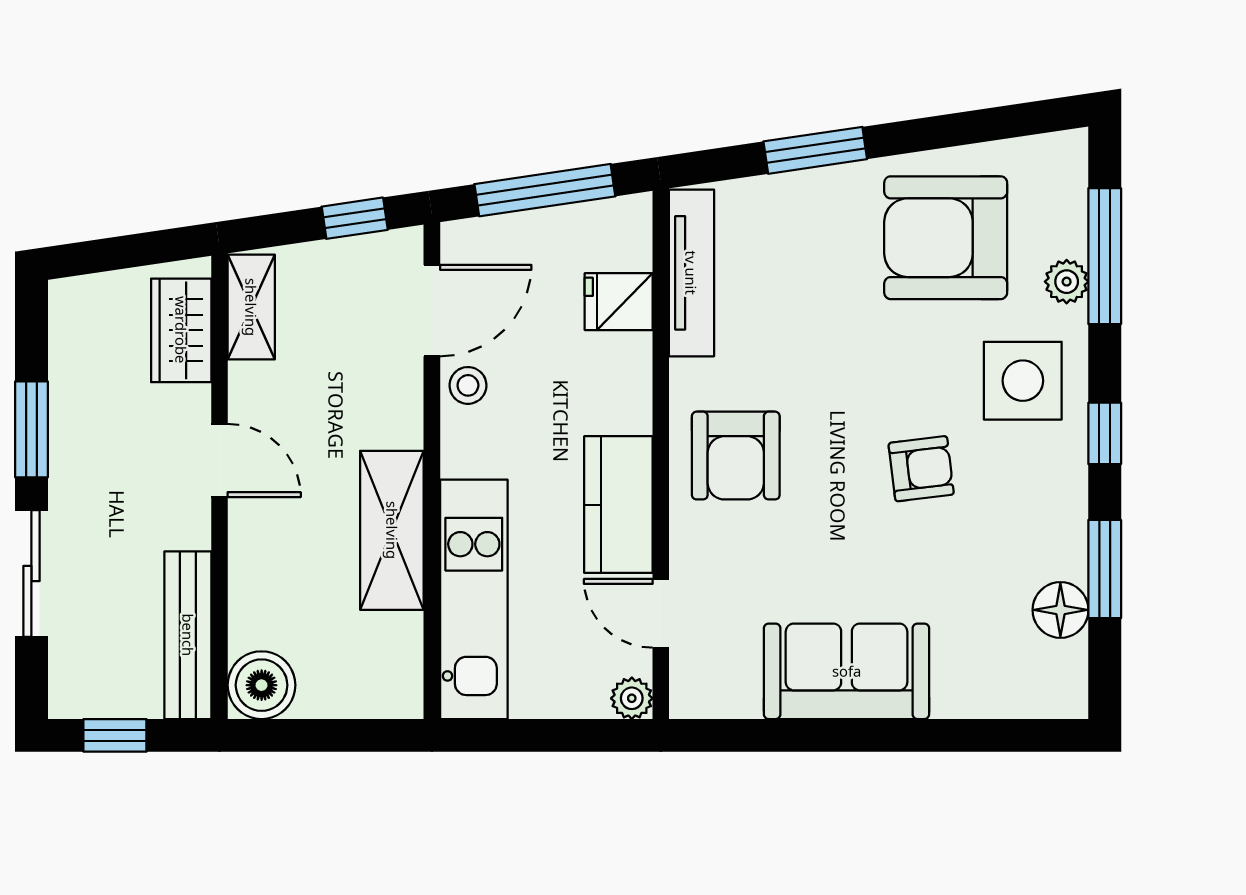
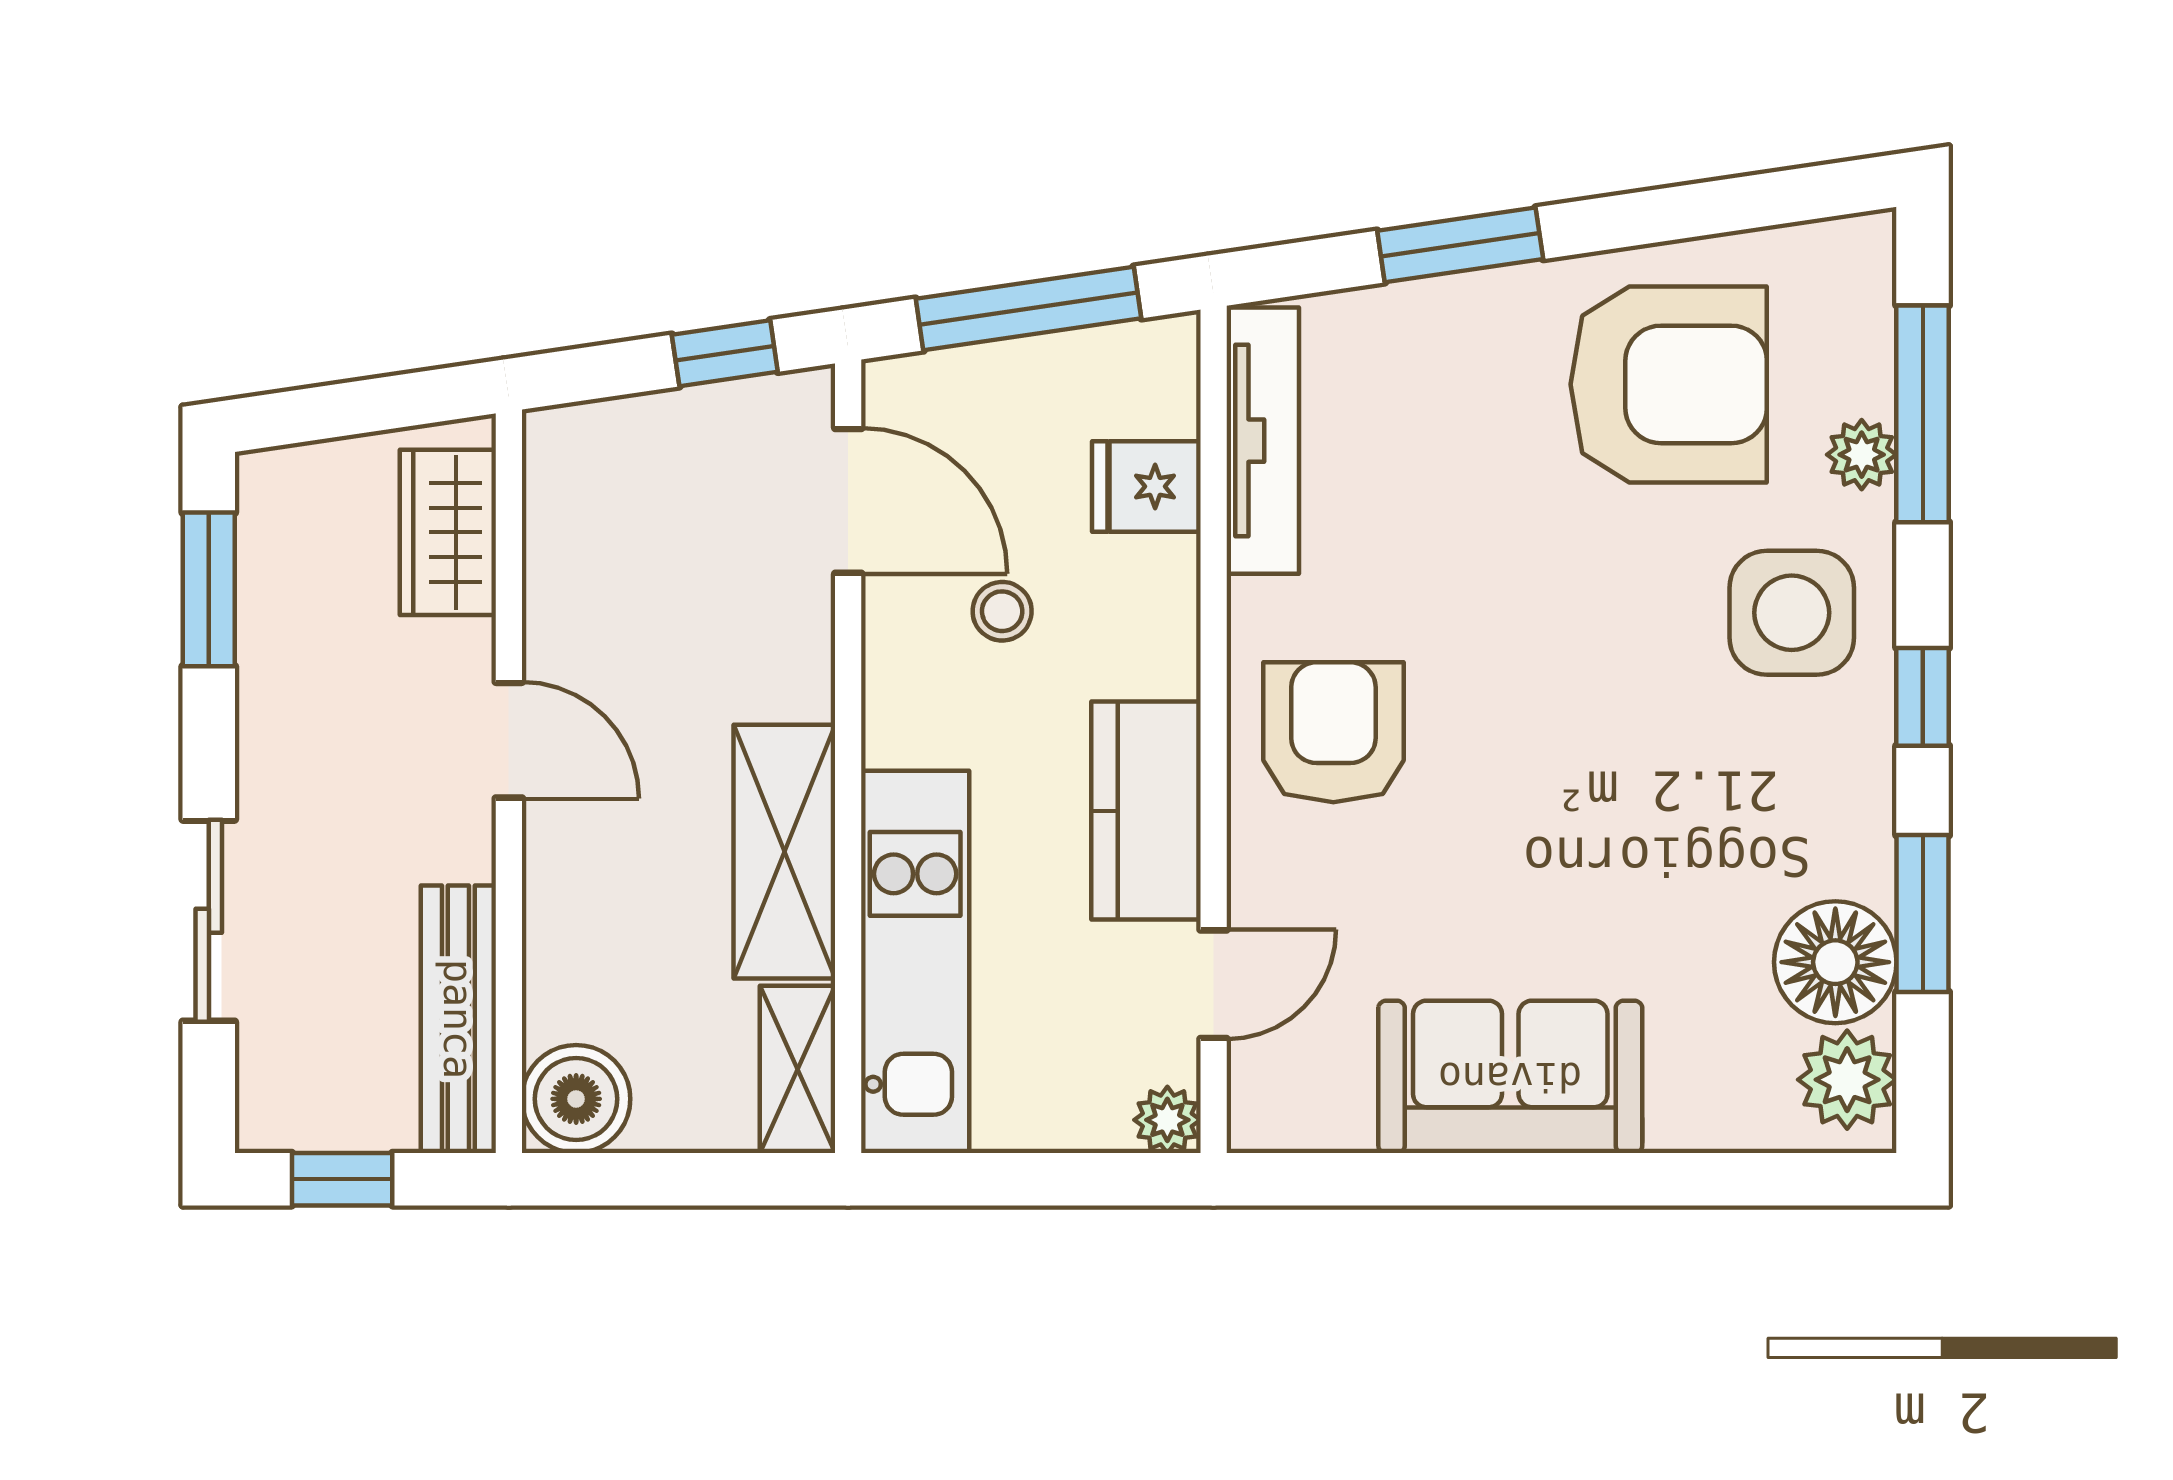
armchair: (946, 238) -> (1669, 384), turned 180
shelving: (251, 307) -> (797, 1069), moved
door: (432, 311) -> (848, 501), hinge flipped
stool: (468, 385) -> (1002, 611), moved
window: (31, 429) -> (209, 589), moved
armchair: (736, 456) -> (1333, 732), turned 180
armchair: (921, 469) -> (1630, 753), removed
floor lamp: (1060, 610) -> (1835, 962), width x1.38, depth x1.38
door: (661, 613) -> (1214, 984), swing flipped
plant: (1057, 673) -> (1847, 1080), added

